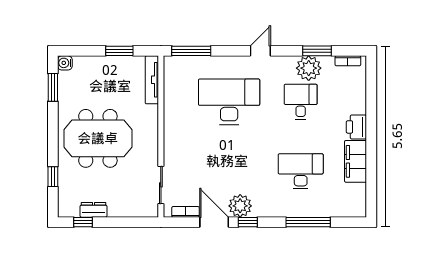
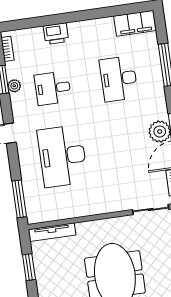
plant: (309, 68) -> (14, 86), width x0.53, depth x0.53
printer: (356, 127) -> (56, 34), moved
filing cabinet: (356, 161) -> (135, 23), moved

